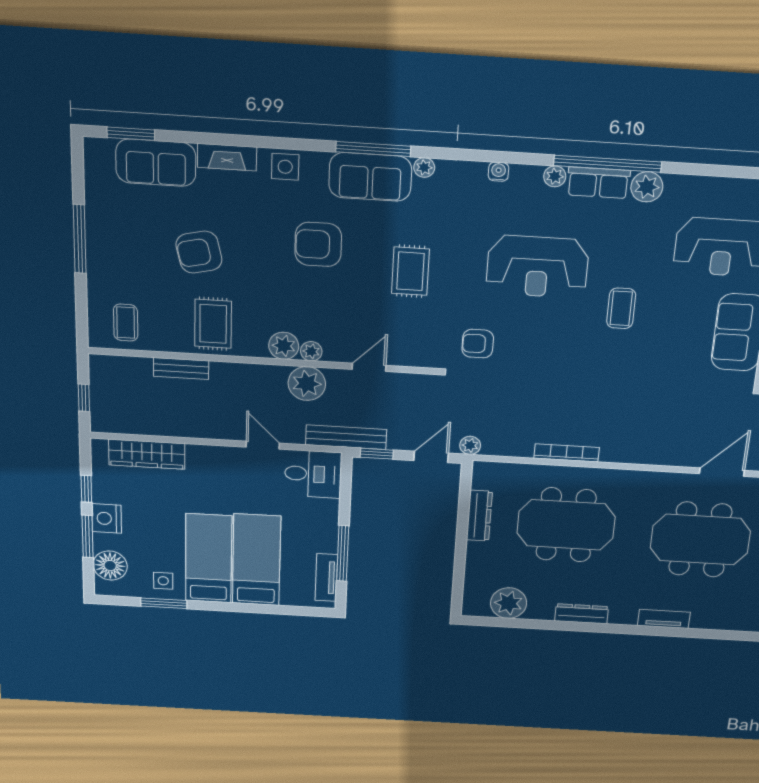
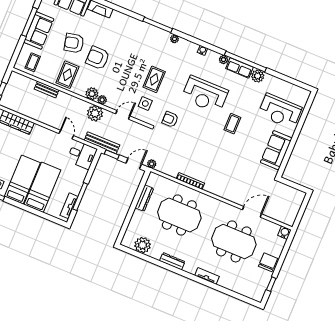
side table: (285, 167) -> (145, 104), moved
sofa: (370, 177) -> (39, 31), moved, turned -90
armchair: (318, 244) -> (98, 58), moved

